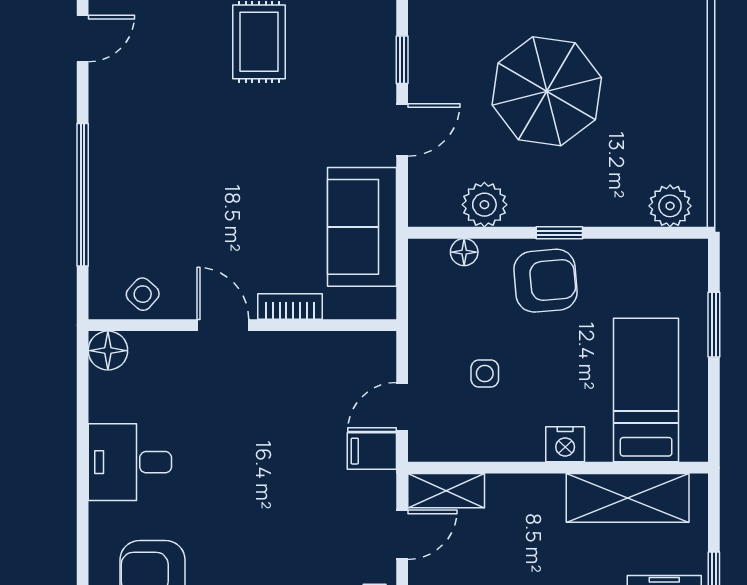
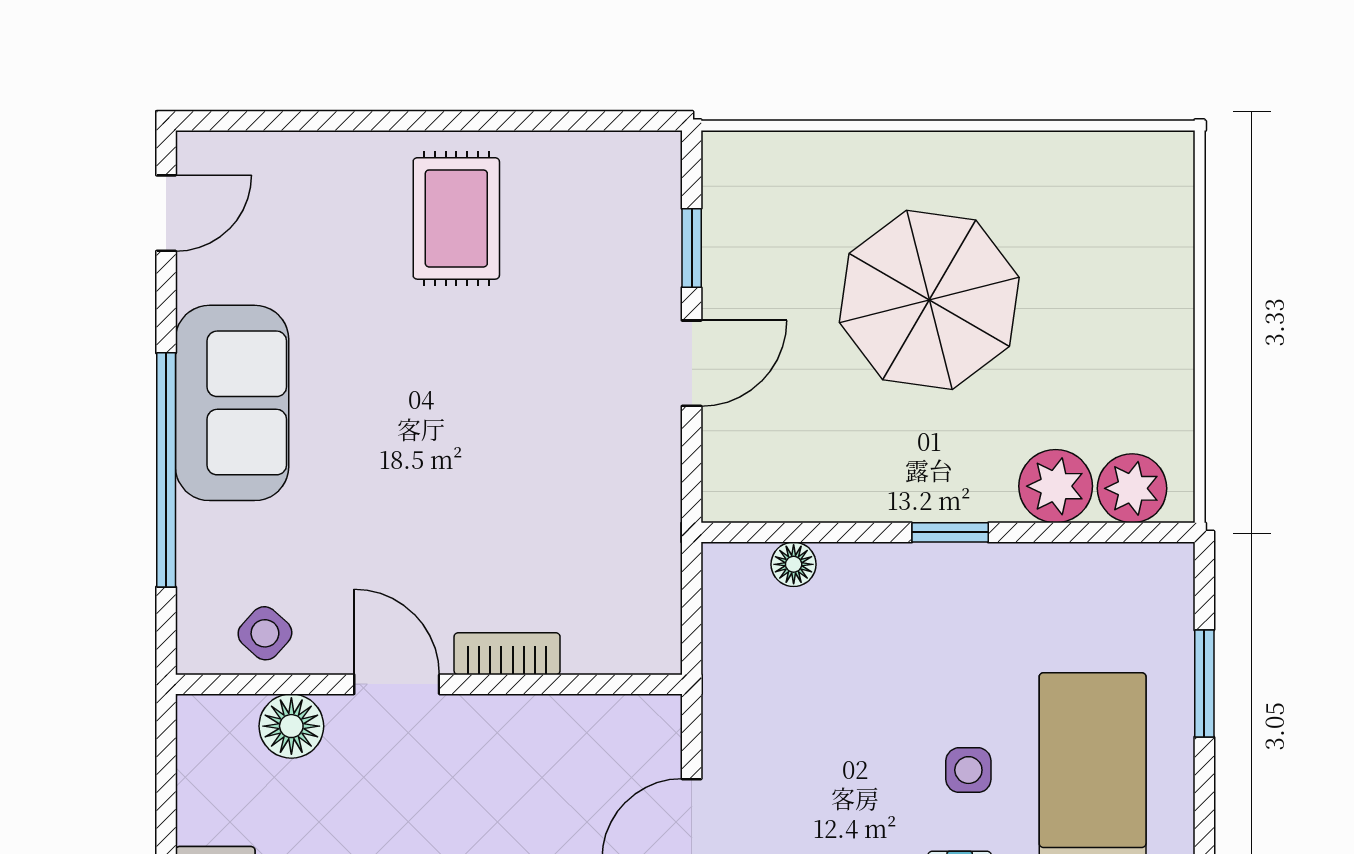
plant: (484, 205) -> (1056, 486), moved
sofa: (362, 227) -> (232, 403), moved, turned 180
armchair: (545, 281) -> (927, 611), removed
floor lamp: (108, 351) -> (291, 726), moved
side table: (485, 374) -> (968, 770), moved

